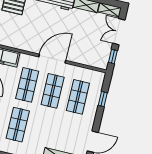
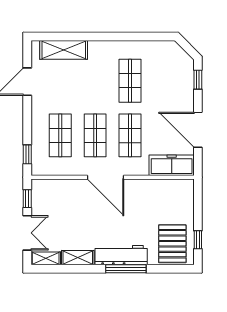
door: (52, 59) -> (105, 177), hinge flipped
window: (103, 99) -> (27, 154), moved

